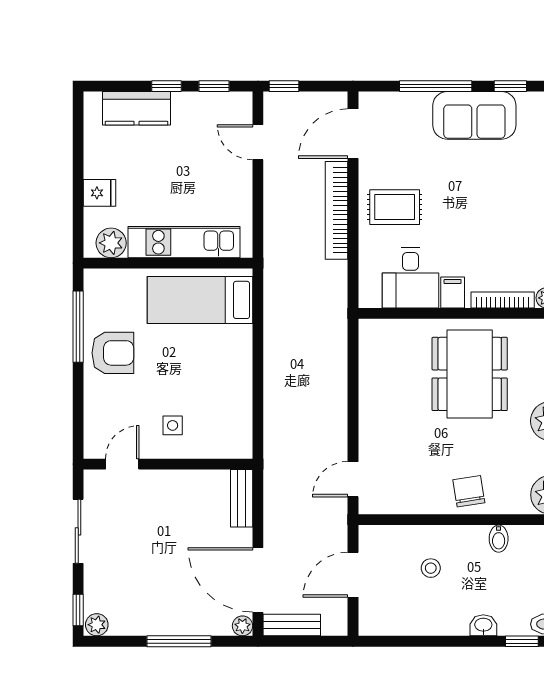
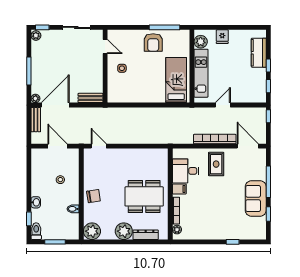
door: (258, 142) -> (223, 105), moved

